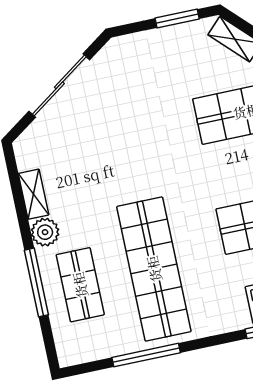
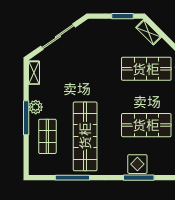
shelving: (34, 194) -> (34, 73), moved
window: (36, 282) -> (26, 118), moved

